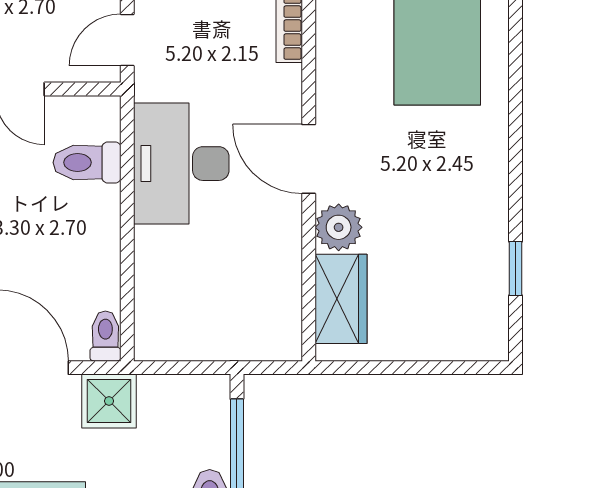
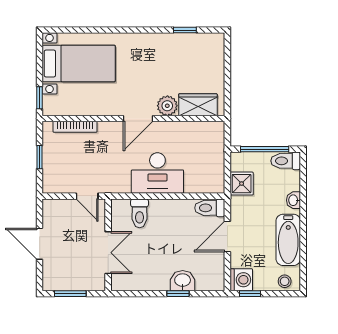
desk: (181, 164) -> (157, 173), moved
toilet: (105, 336) -> (210, 208), width x1.37, depth x1.39
shower: (109, 401) -> (242, 184), moved

